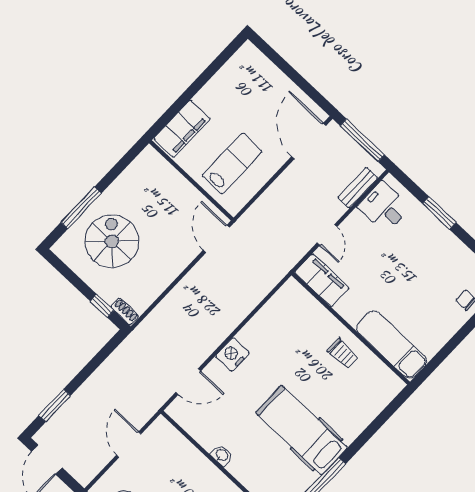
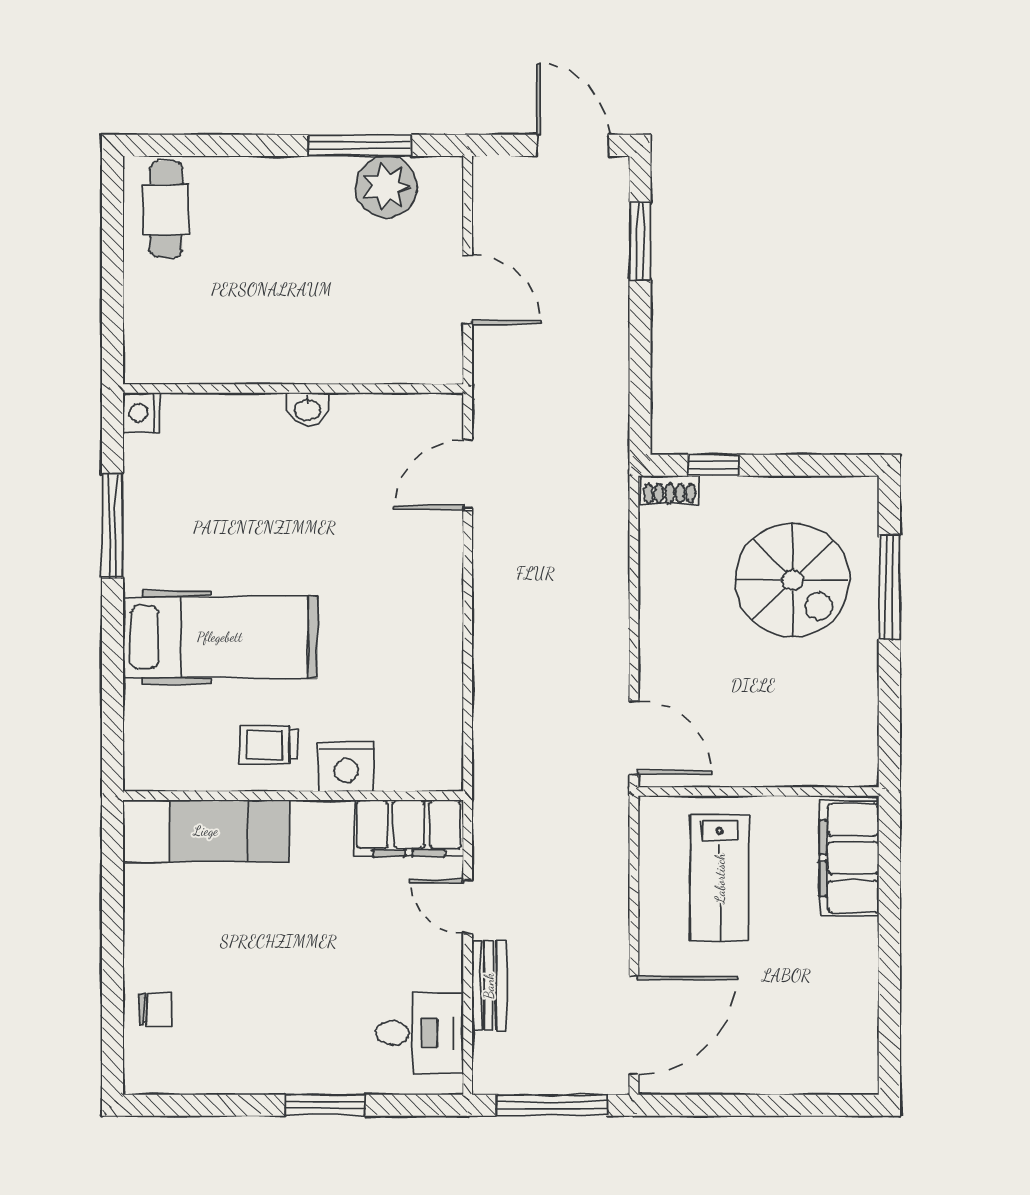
door: (309, 141) -> (634, 1025), hinge flipped
bench: (358, 188) -> (489, 986), moved
nightstand: (232, 355) -> (346, 767), moved, turned 90
hospital bed: (302, 430) -> (220, 637), moved

